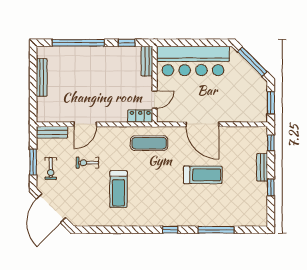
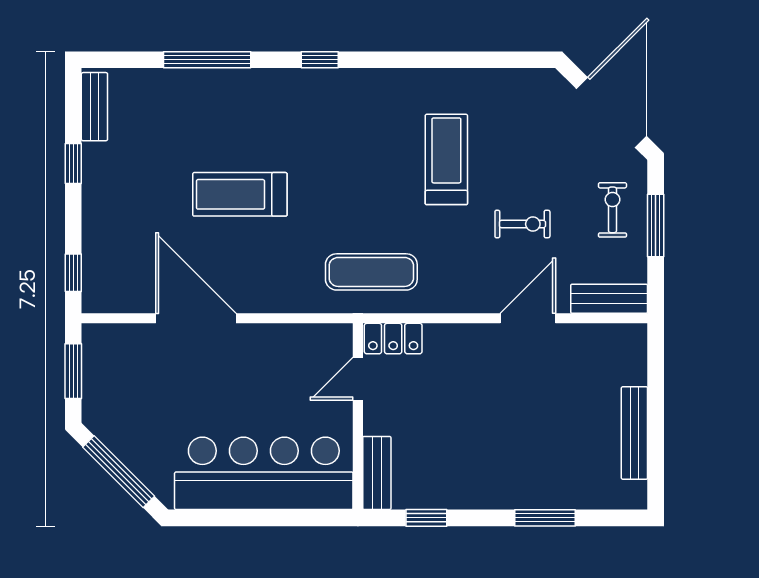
window: (78, 43) -> (545, 518), width x0.47
door: (202, 124) -> (196, 318), moved
bench: (262, 167) -> (94, 107), moved

